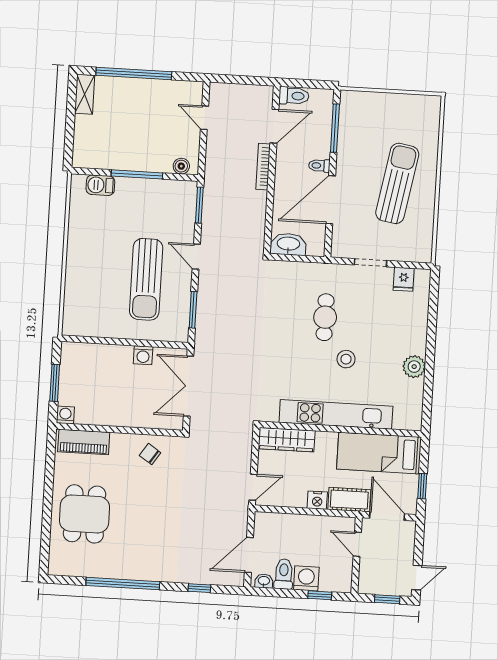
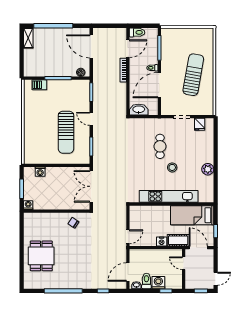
door: (204, 118) -> (91, 46), width x1.88
washing machine: (143, 355) -> (40, 172), moved
wardrobe: (287, 440) -> (144, 211), removed
piano: (84, 442) -> (39, 219), removed

